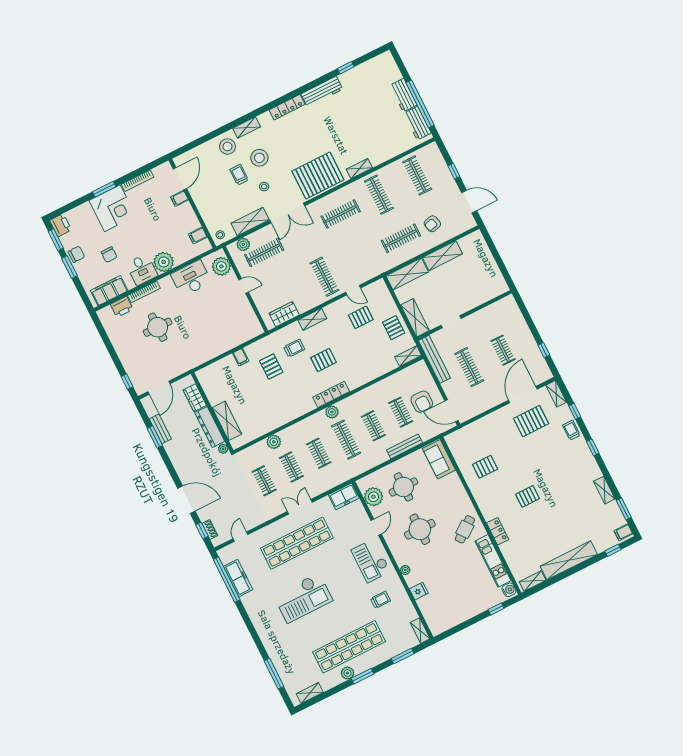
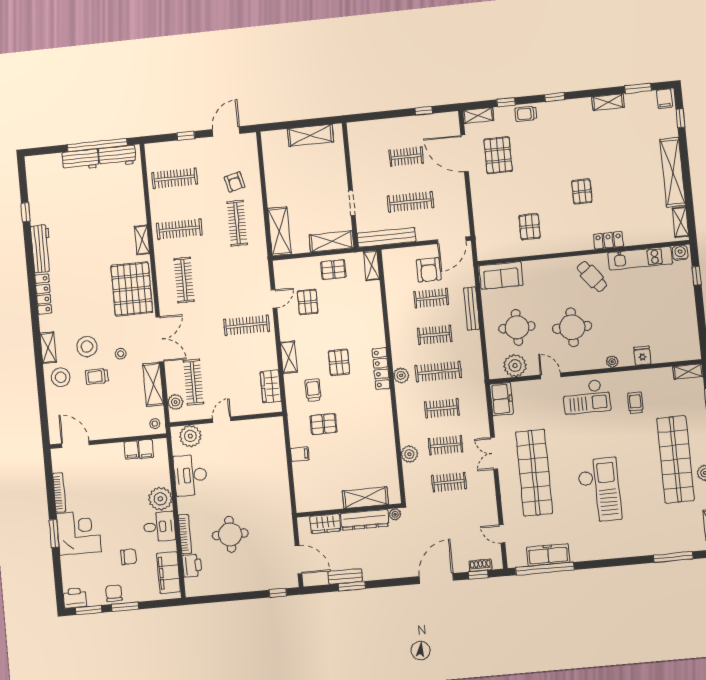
filing cabinet: (180, 198) -> (131, 450), moved
shelving: (442, 256) -> (310, 135), moved, turned 90
armchair: (422, 402) -> (429, 270), turned 90

